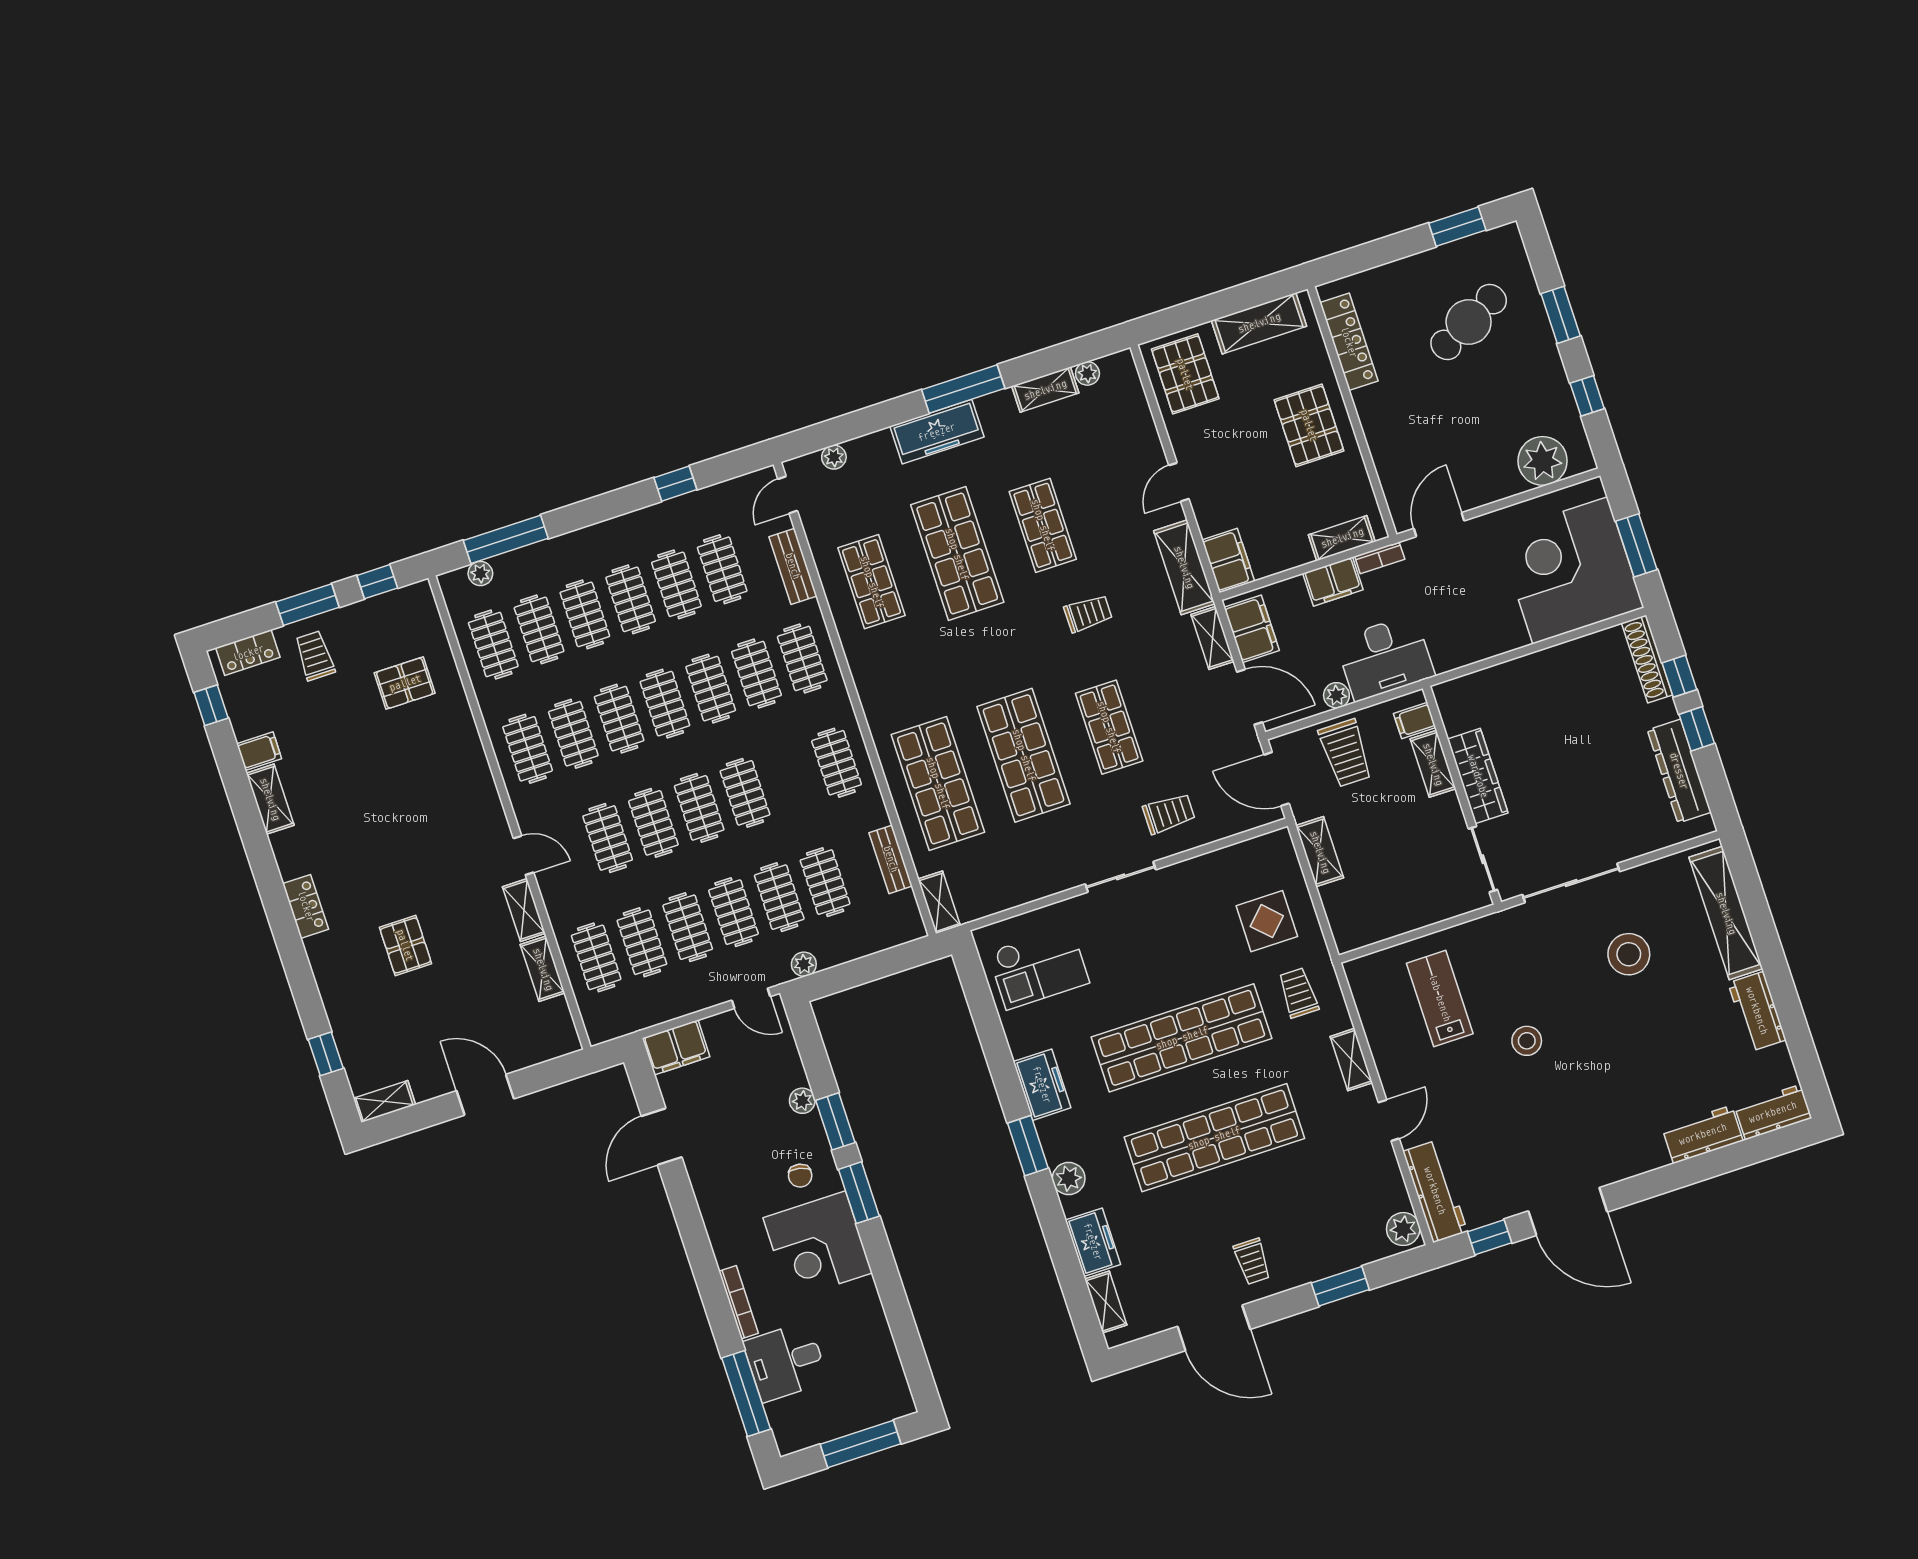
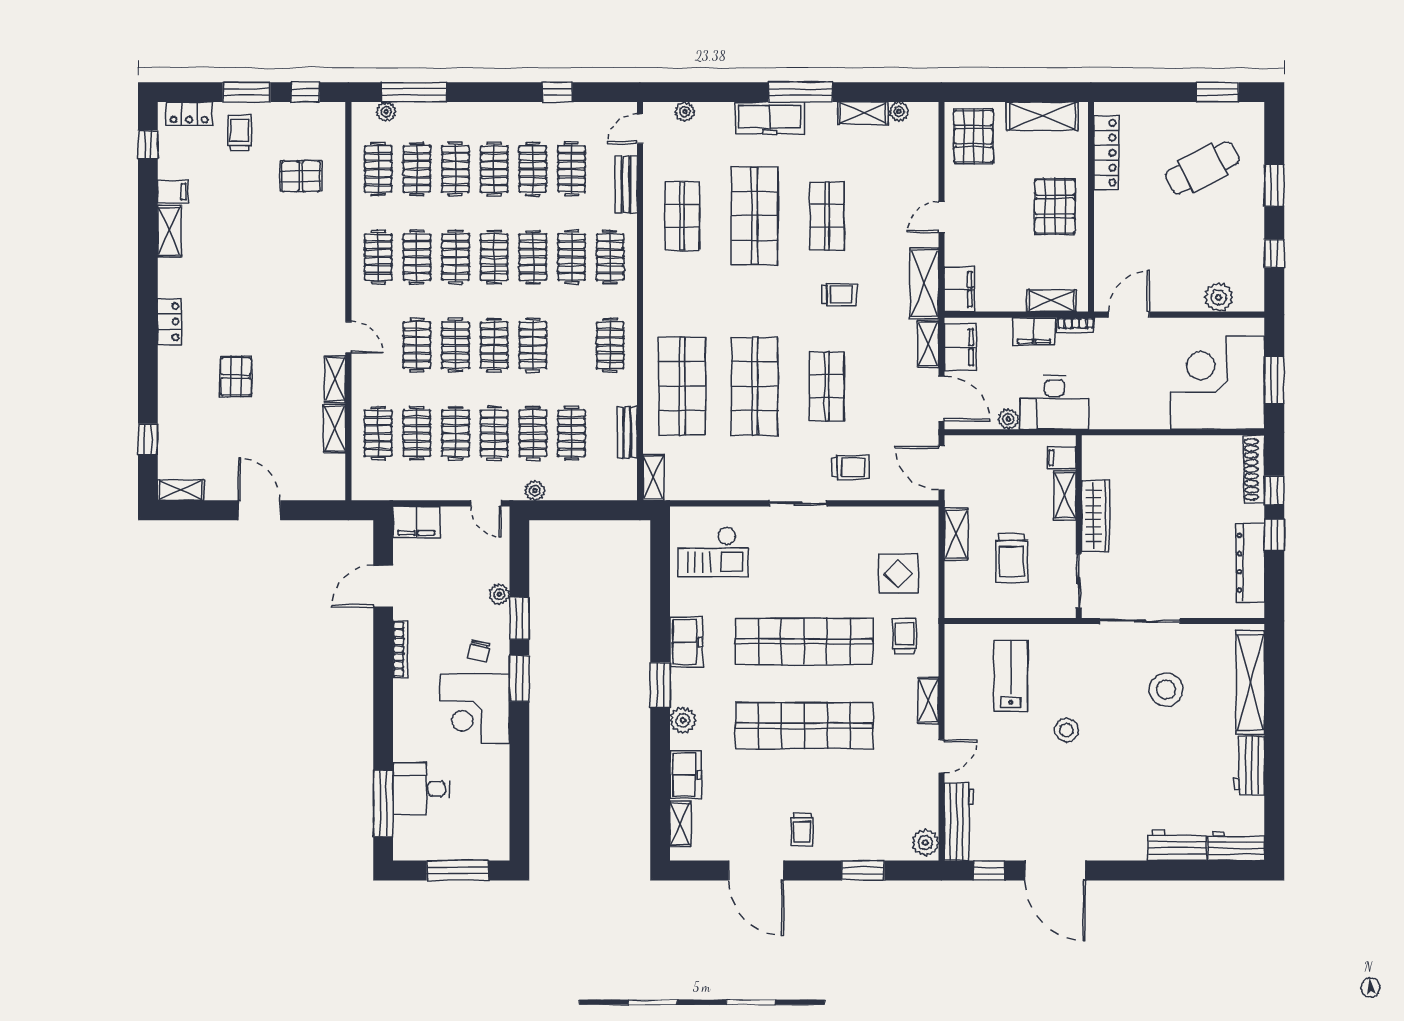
plant: (1543, 461) -> (1219, 297), width x0.73, depth x0.73
trolley: (1345, 753) -> (1012, 558), moved
bookcase: (739, 1302) -> (400, 649), moved

